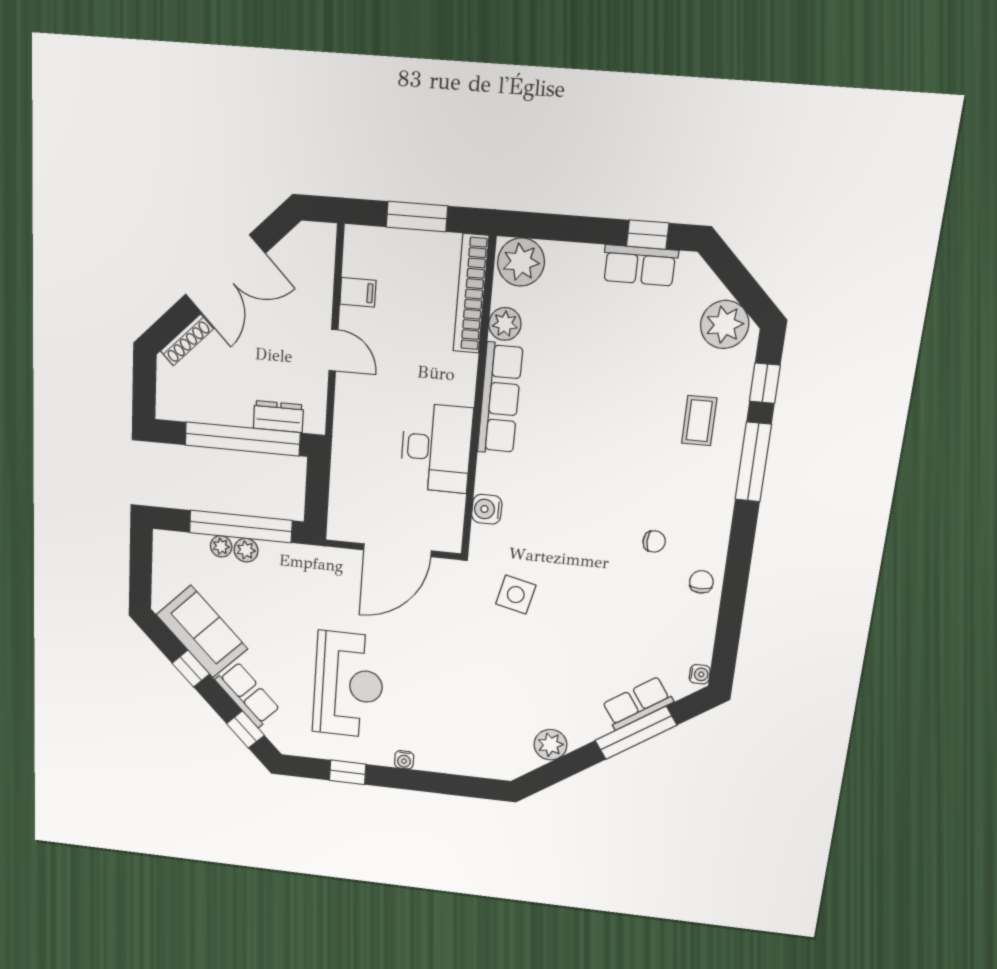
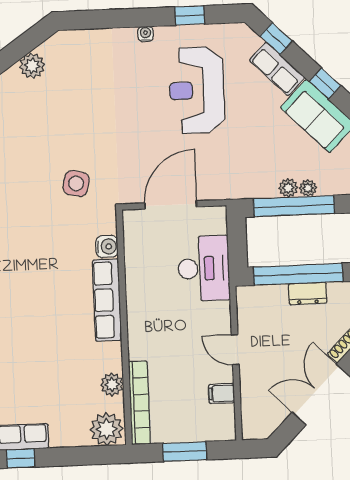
row of seats: (500, 399) -> (107, 300), moved
dresser: (278, 417) -> (308, 294), moved
desk: (436, 448) -> (204, 268), moved, turned 180

